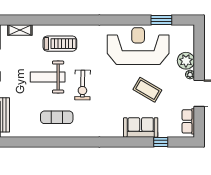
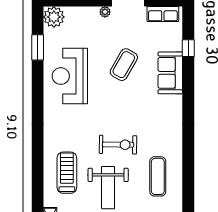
reception desk: (138, 46) -> (70, 76), width x0.74, depth x0.77
plant: (186, 61) -> (54, 17), moved

